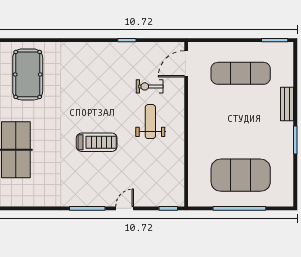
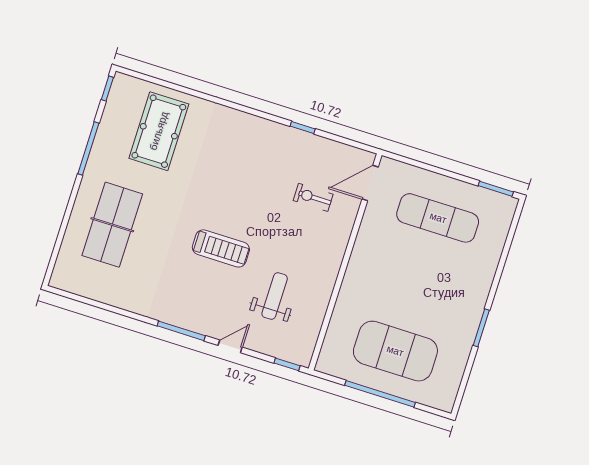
bench: (287, 104) -> (485, 277), removed
weight bench: (150, 122) -> (275, 296), moved

